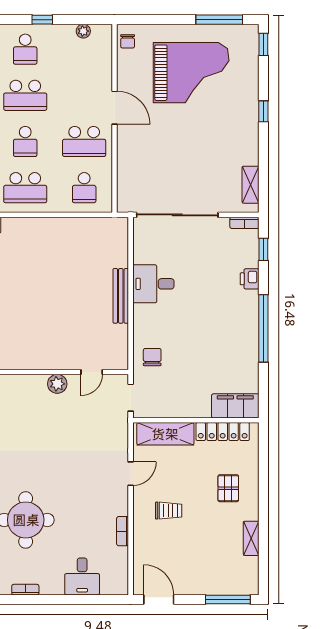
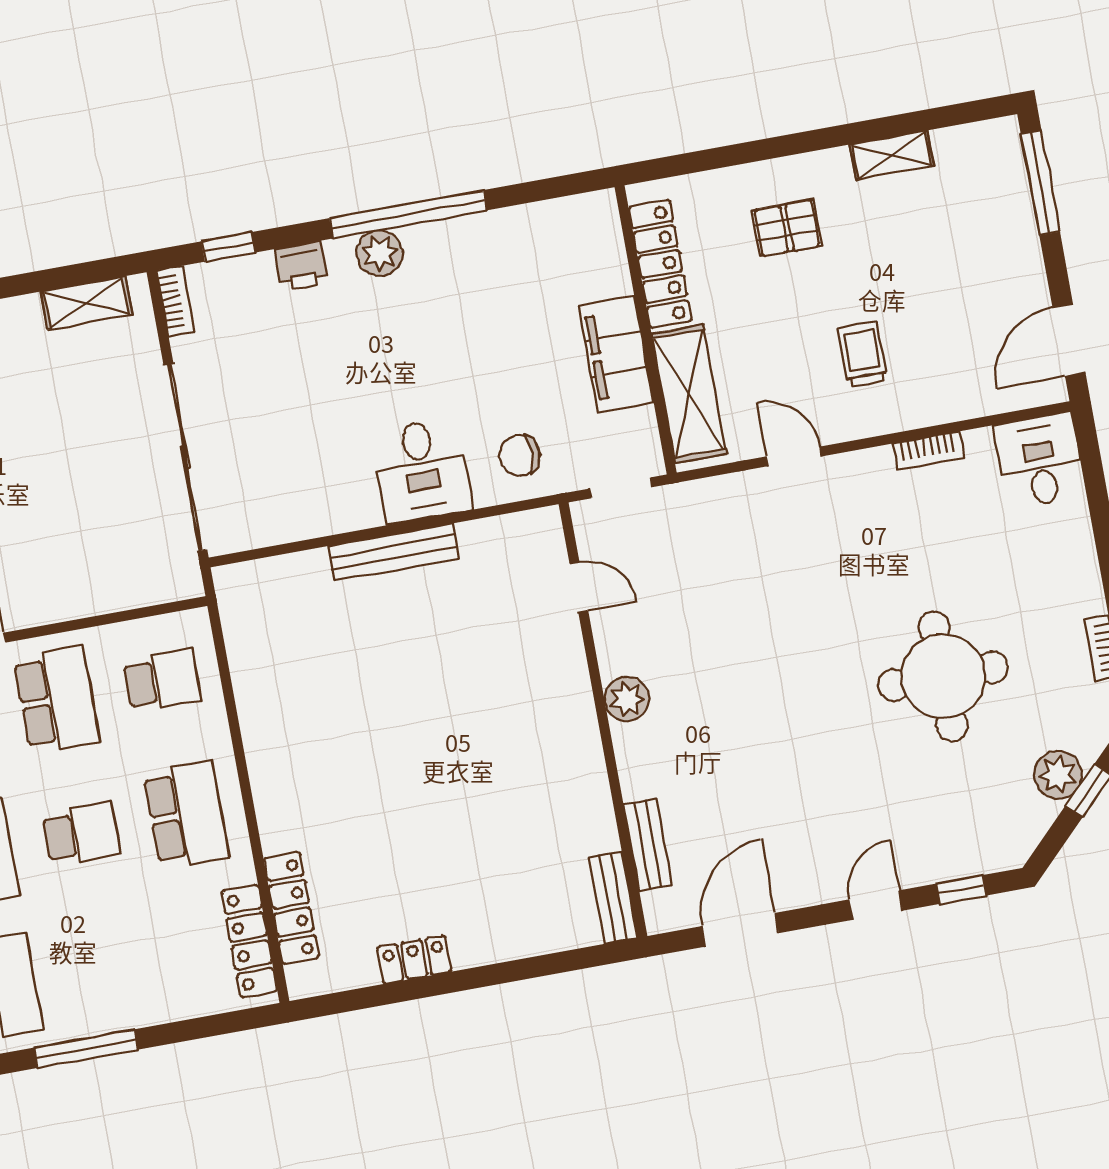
desk: (153, 284) -> (422, 470), moved
plant: (249, 313) -> (380, 253), added
plant: (57, 384) -> (627, 699), moved
filing cabinet: (235, 406) -> (616, 354), moved
desk: (82, 576) -> (1040, 461), moved, turned -90

